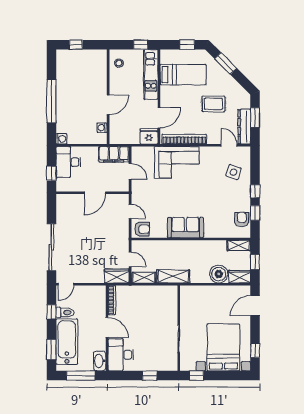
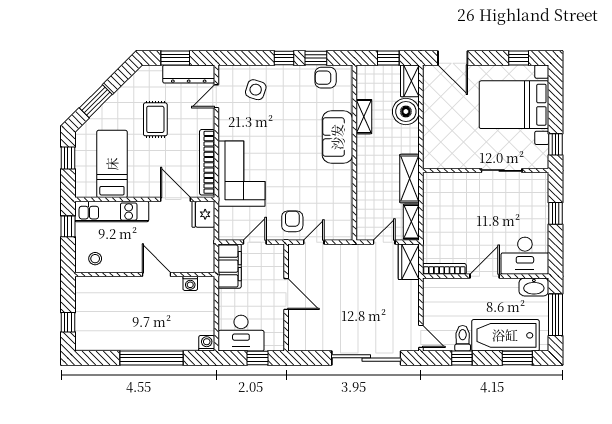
sofa: (185, 228) -> (337, 137), moved
armchair: (142, 229) -> (292, 221), moved
shelving: (239, 245) -> (364, 117), moved

